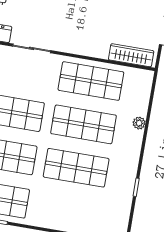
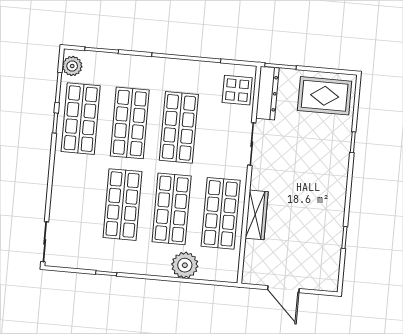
wardrobe: (131, 55) -> (257, 215), moved
plant: (139, 123) -> (185, 265), width x1.88, depth x1.88

